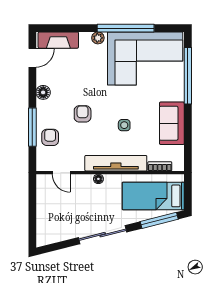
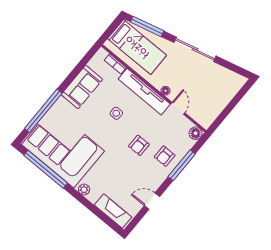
window: (126, 28) -> (46, 169), moved
door: (32, 58) -> (152, 201), moved
floor lamp: (43, 92) -> (196, 133), moved
armchair: (50, 137) -> (165, 156), moved
door: (61, 173) -> (178, 108), moved

